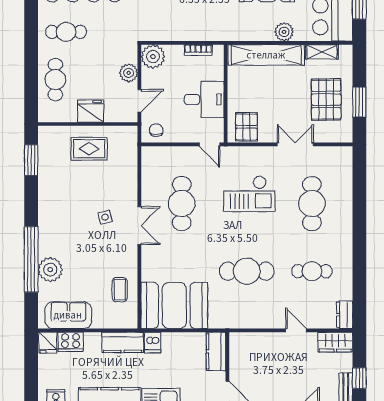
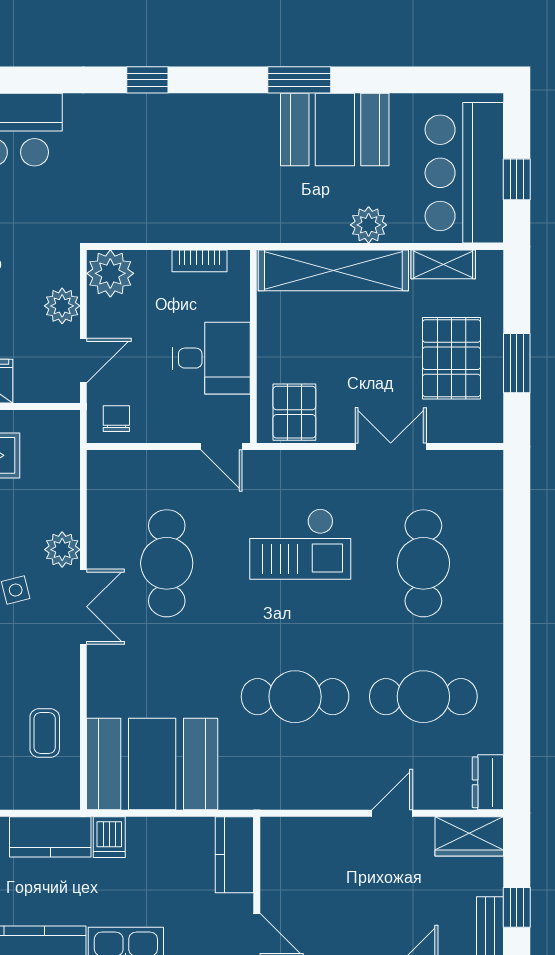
plant: (129, 197) -> (62, 550), added
cafe table: (312, 271) -> (423, 697), width x1.37, depth x1.35
door: (296, 330) -> (392, 813), hinge flipped

